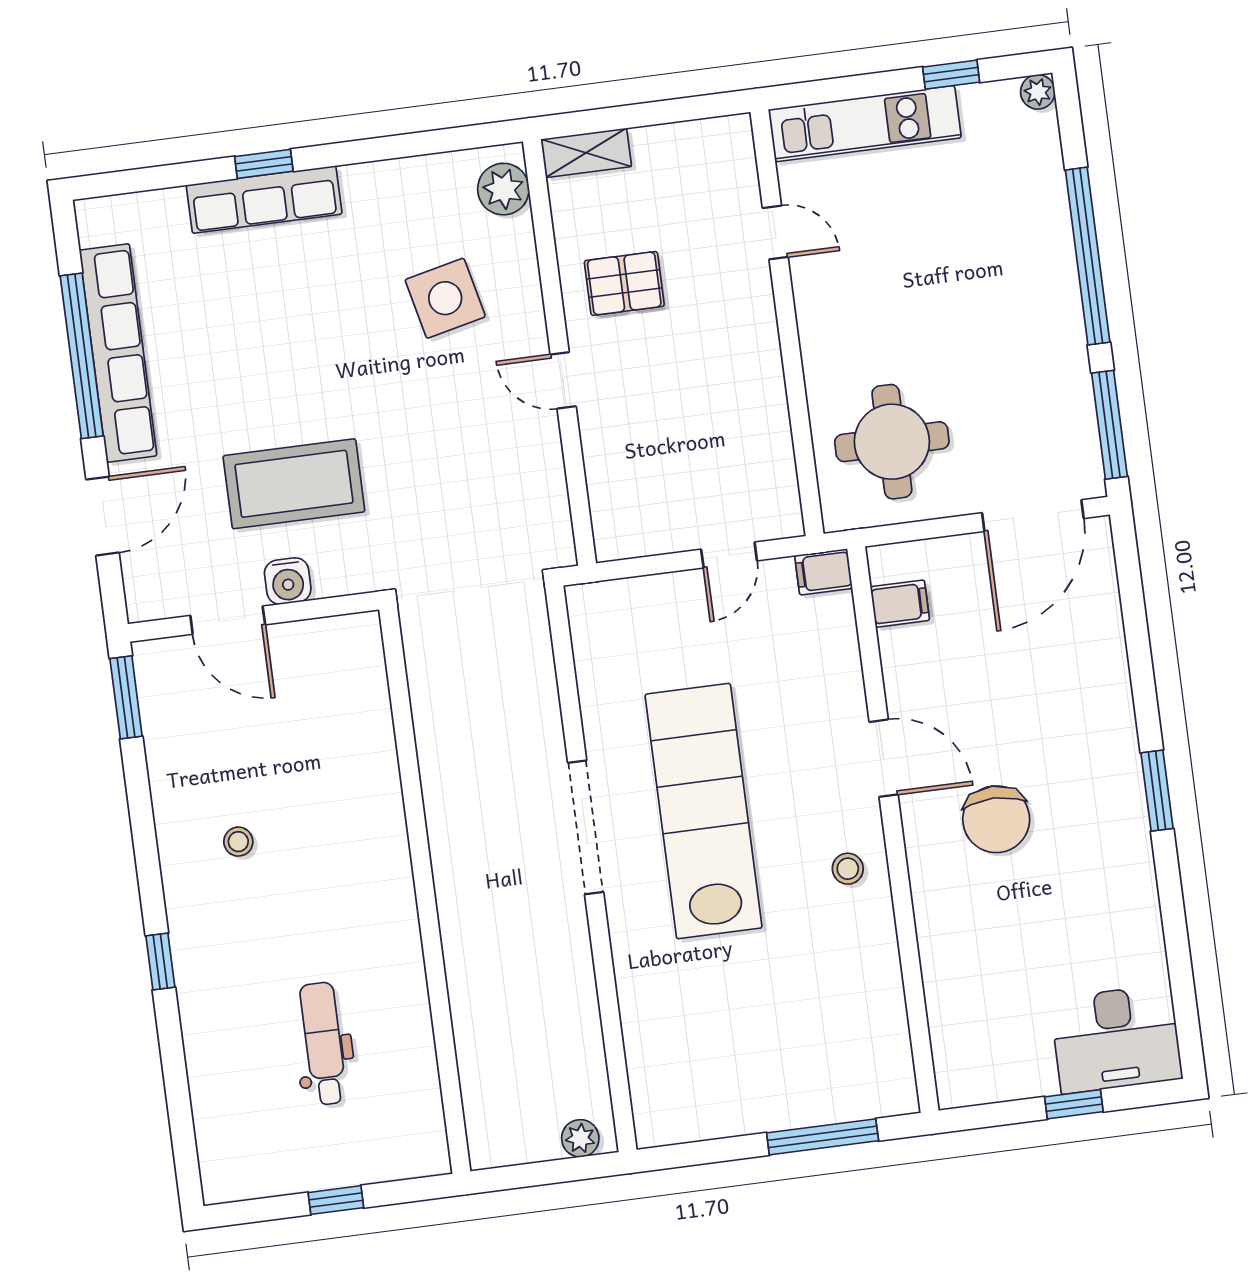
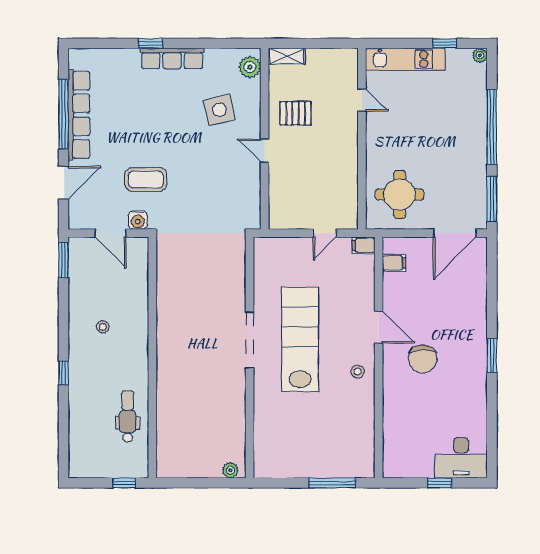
row of seats: (264, 200) -> (172, 58), moved
coffee table: (294, 484) -> (146, 179), width x0.73, depth x0.76
wall: (425, 890) -> (152, 358), moved

